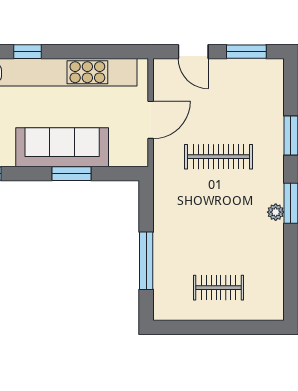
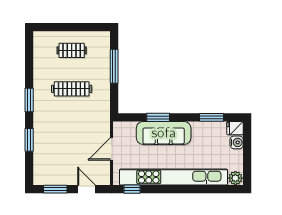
window: (27, 52) -> (132, 189), moved
clothes rail: (219, 157) -> (72, 89), moved
plant: (276, 212) -> (38, 95), removed

